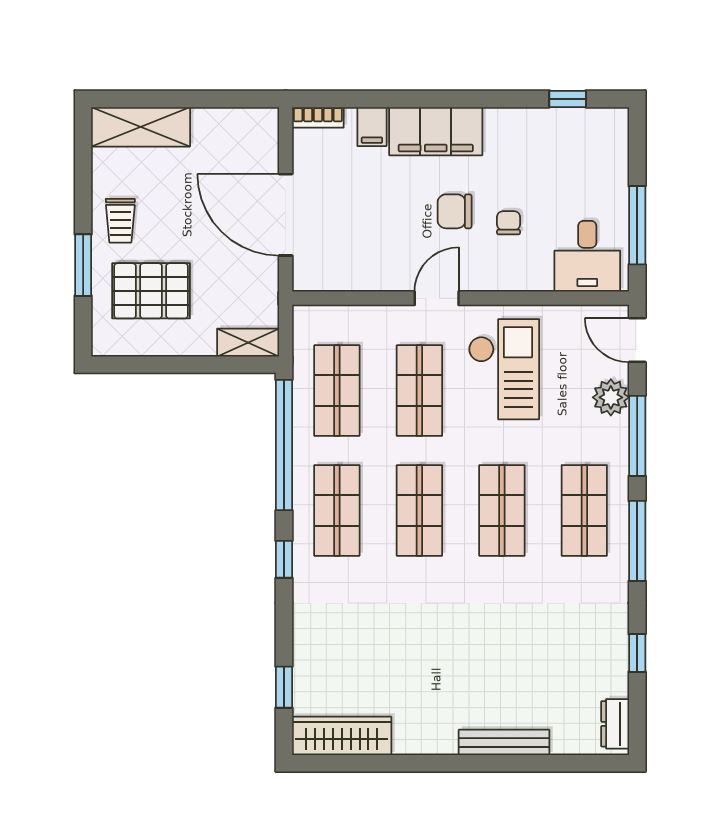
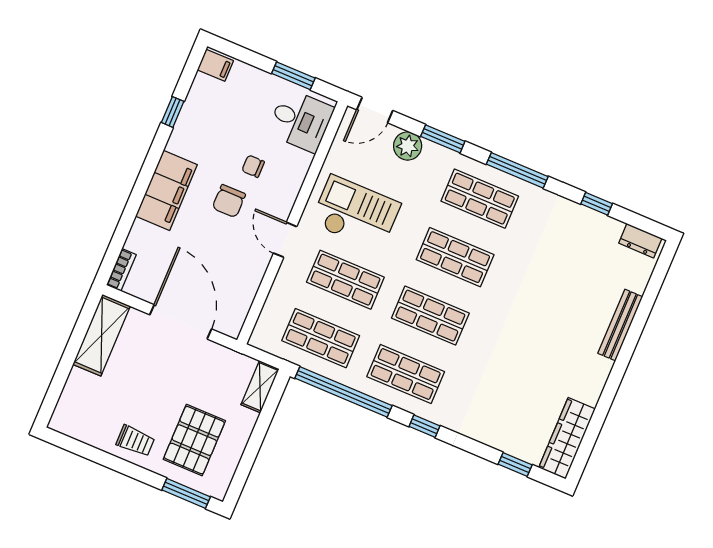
window: (568, 99) -> (173, 112), moved
shelving: (141, 127) -> (102, 335), moved
filing cabinet: (372, 127) -> (215, 65), moved
door: (286, 215) -> (181, 322), swing flipped
window: (637, 225) -> (293, 76), width x0.69
window: (83, 265) -> (186, 493), moved
window: (637, 436) -> (443, 139), width x0.69

